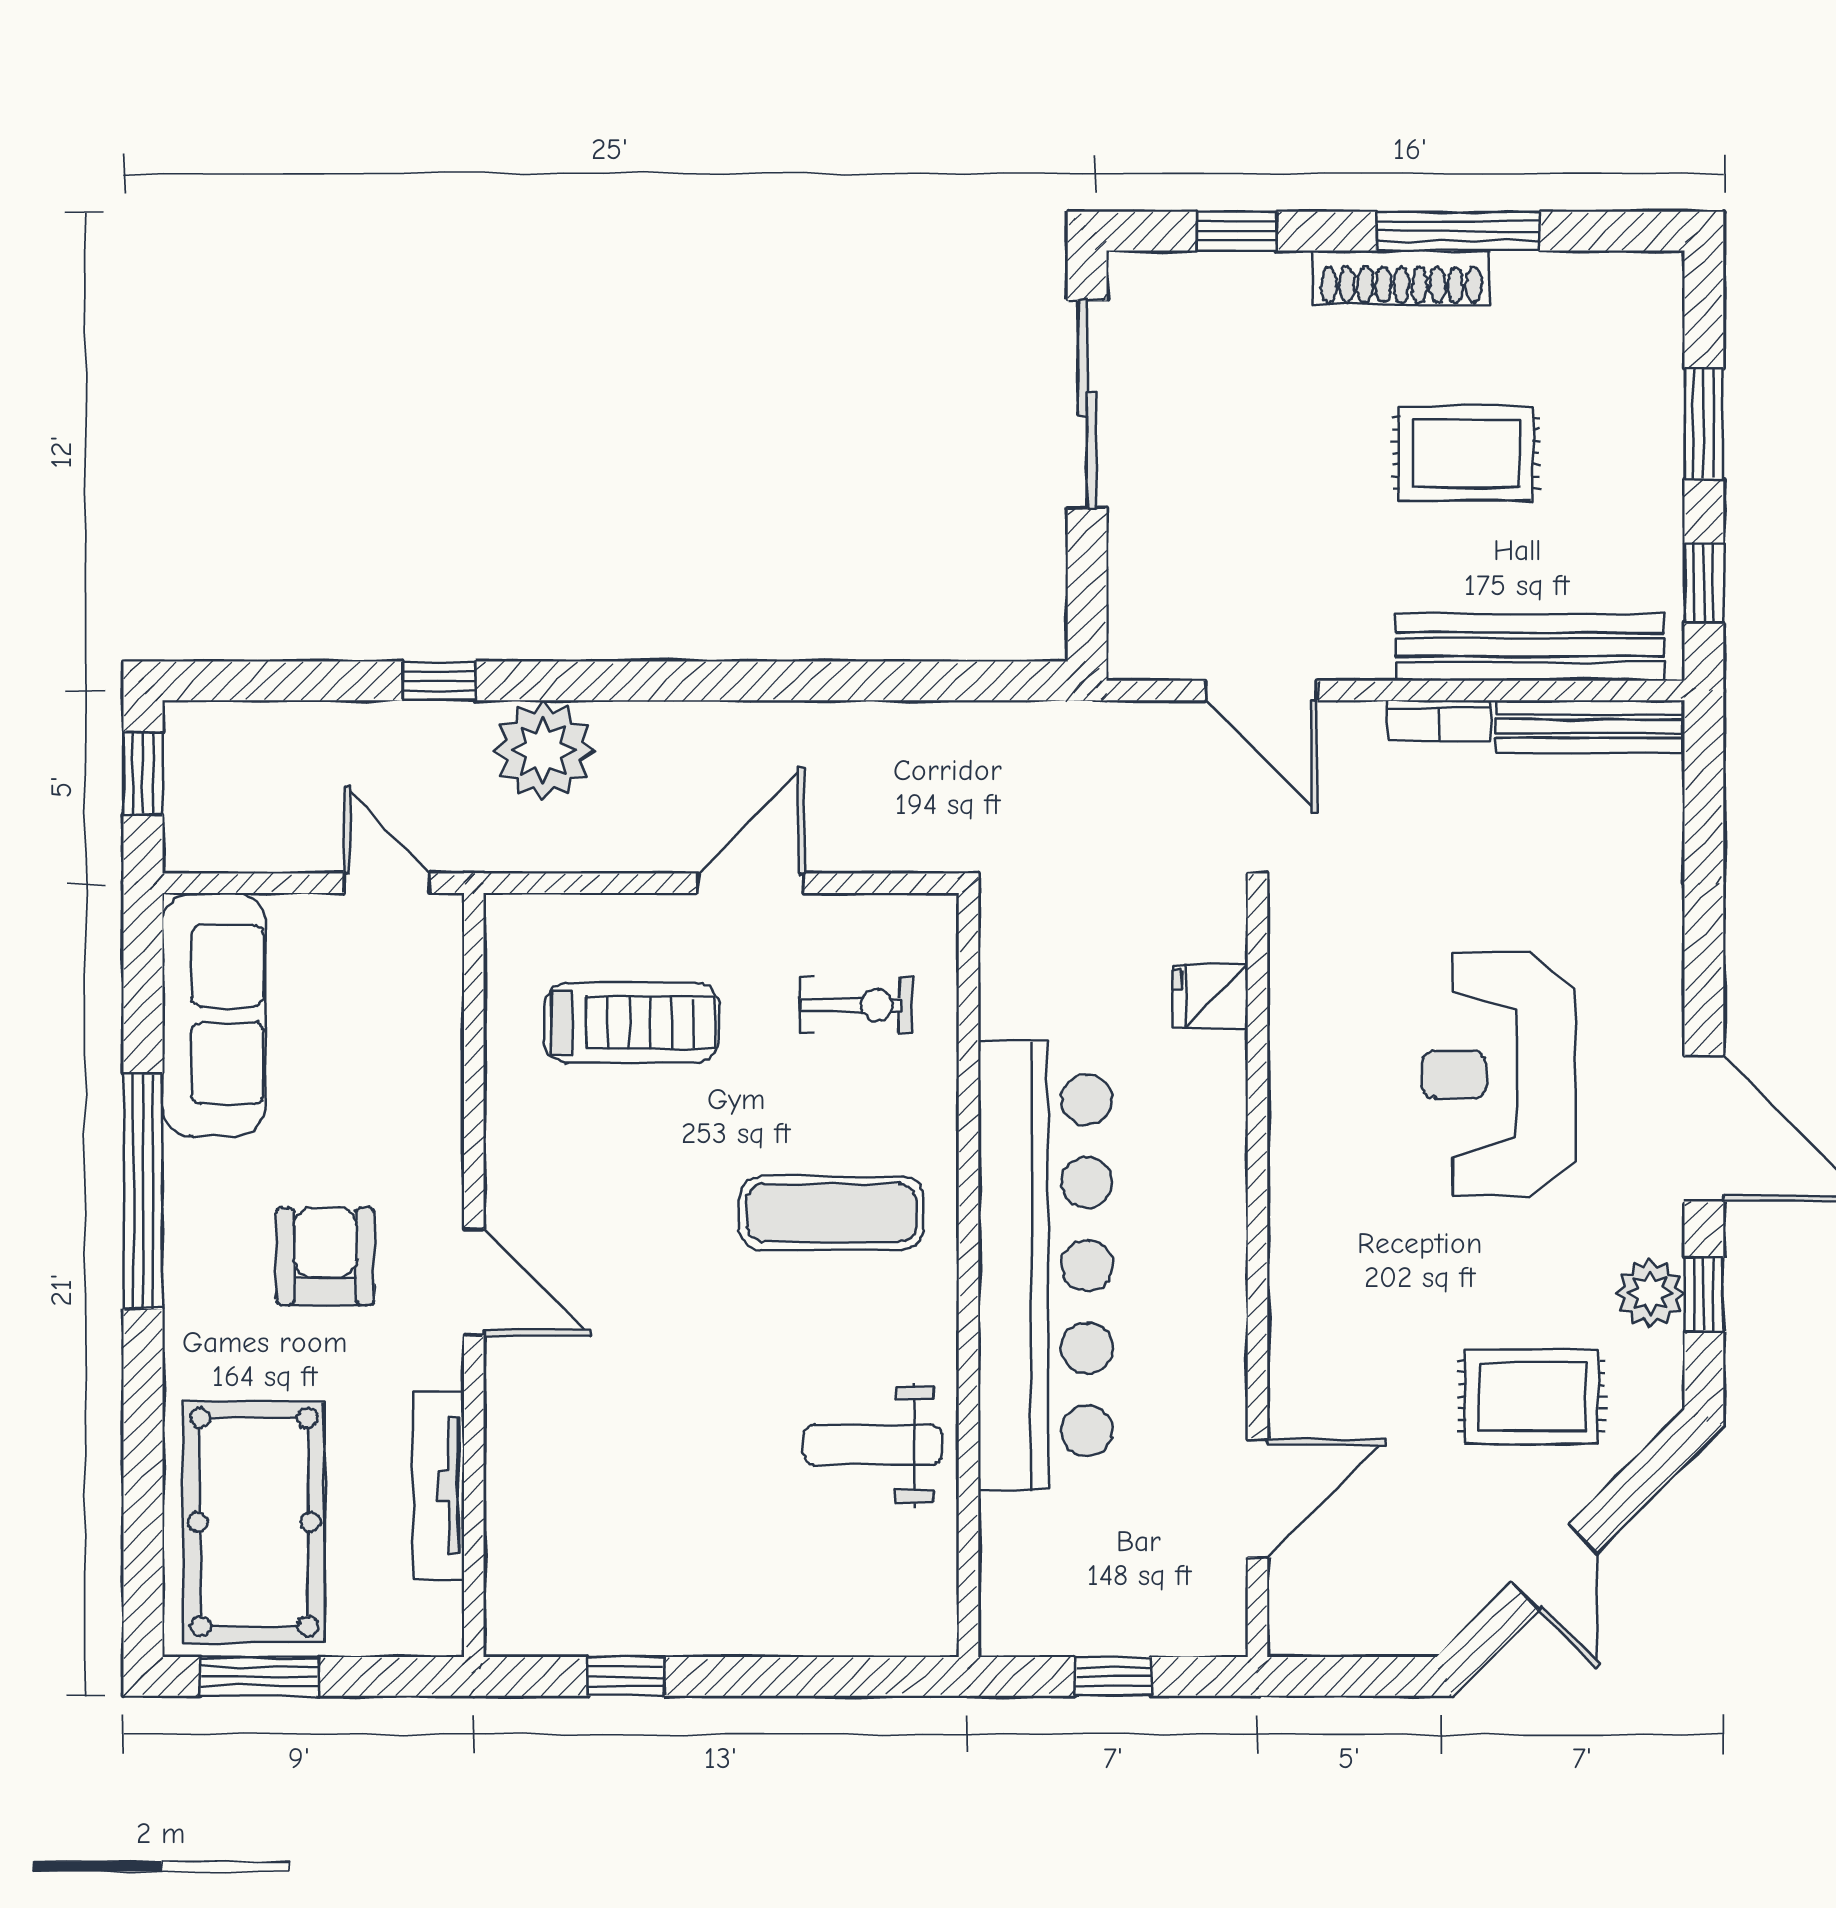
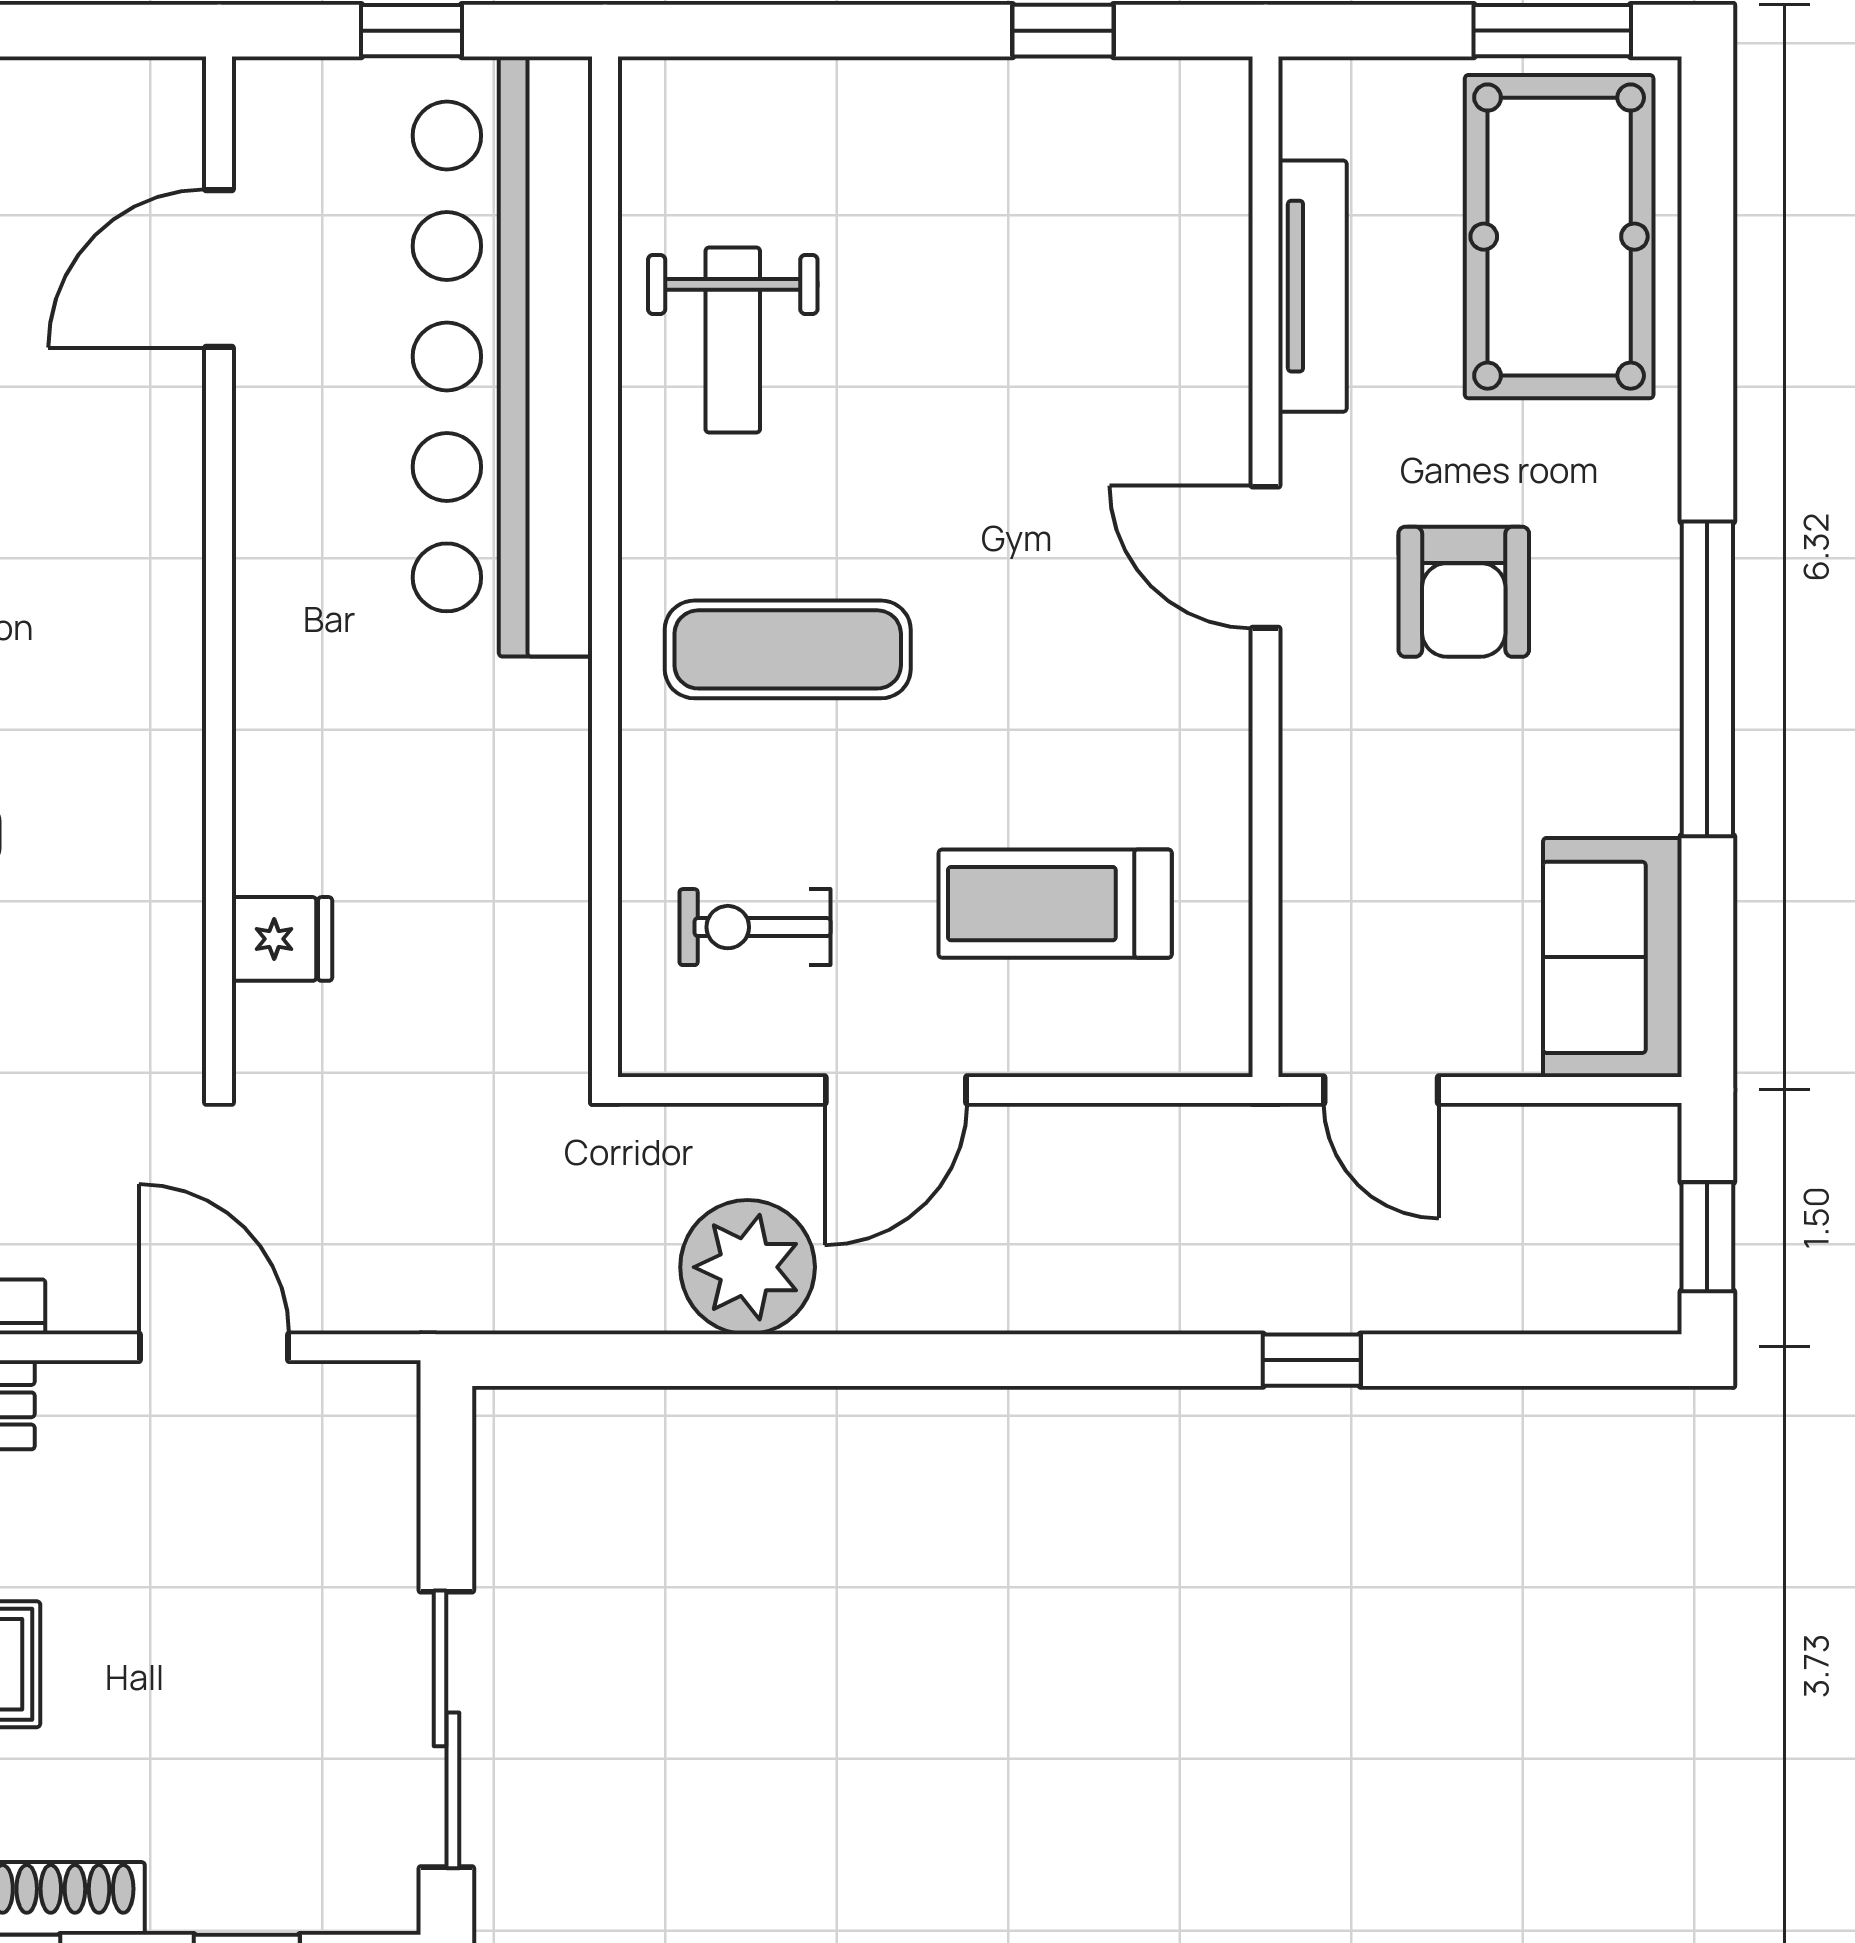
plant: (544, 750) -> (748, 1267), moved
sofa: (214, 1015) -> (1612, 957), width x0.73
bar counter: (1045, 1265) -> (503, 356), moved
weight bench: (873, 1445) -> (733, 340), turned 90

